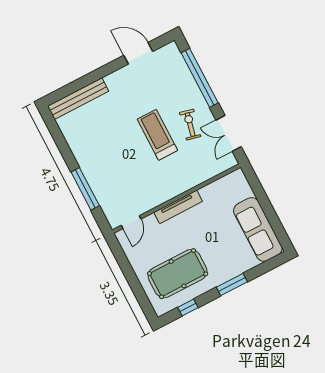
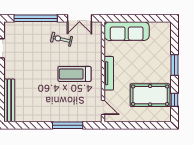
treadmill: (157, 135) -> (74, 74), moved
sofa: (258, 229) -> (127, 31), moved
pool table: (178, 274) -> (150, 95), turned 90

